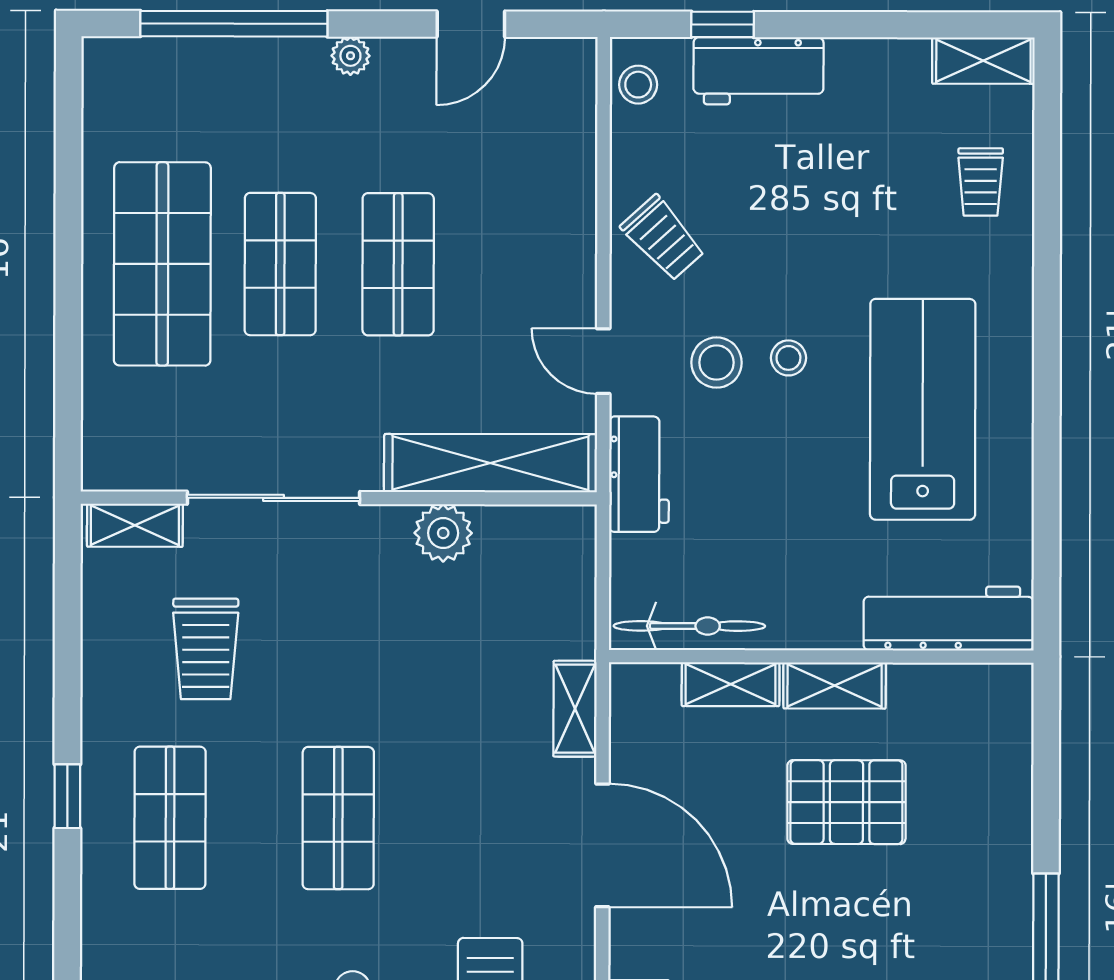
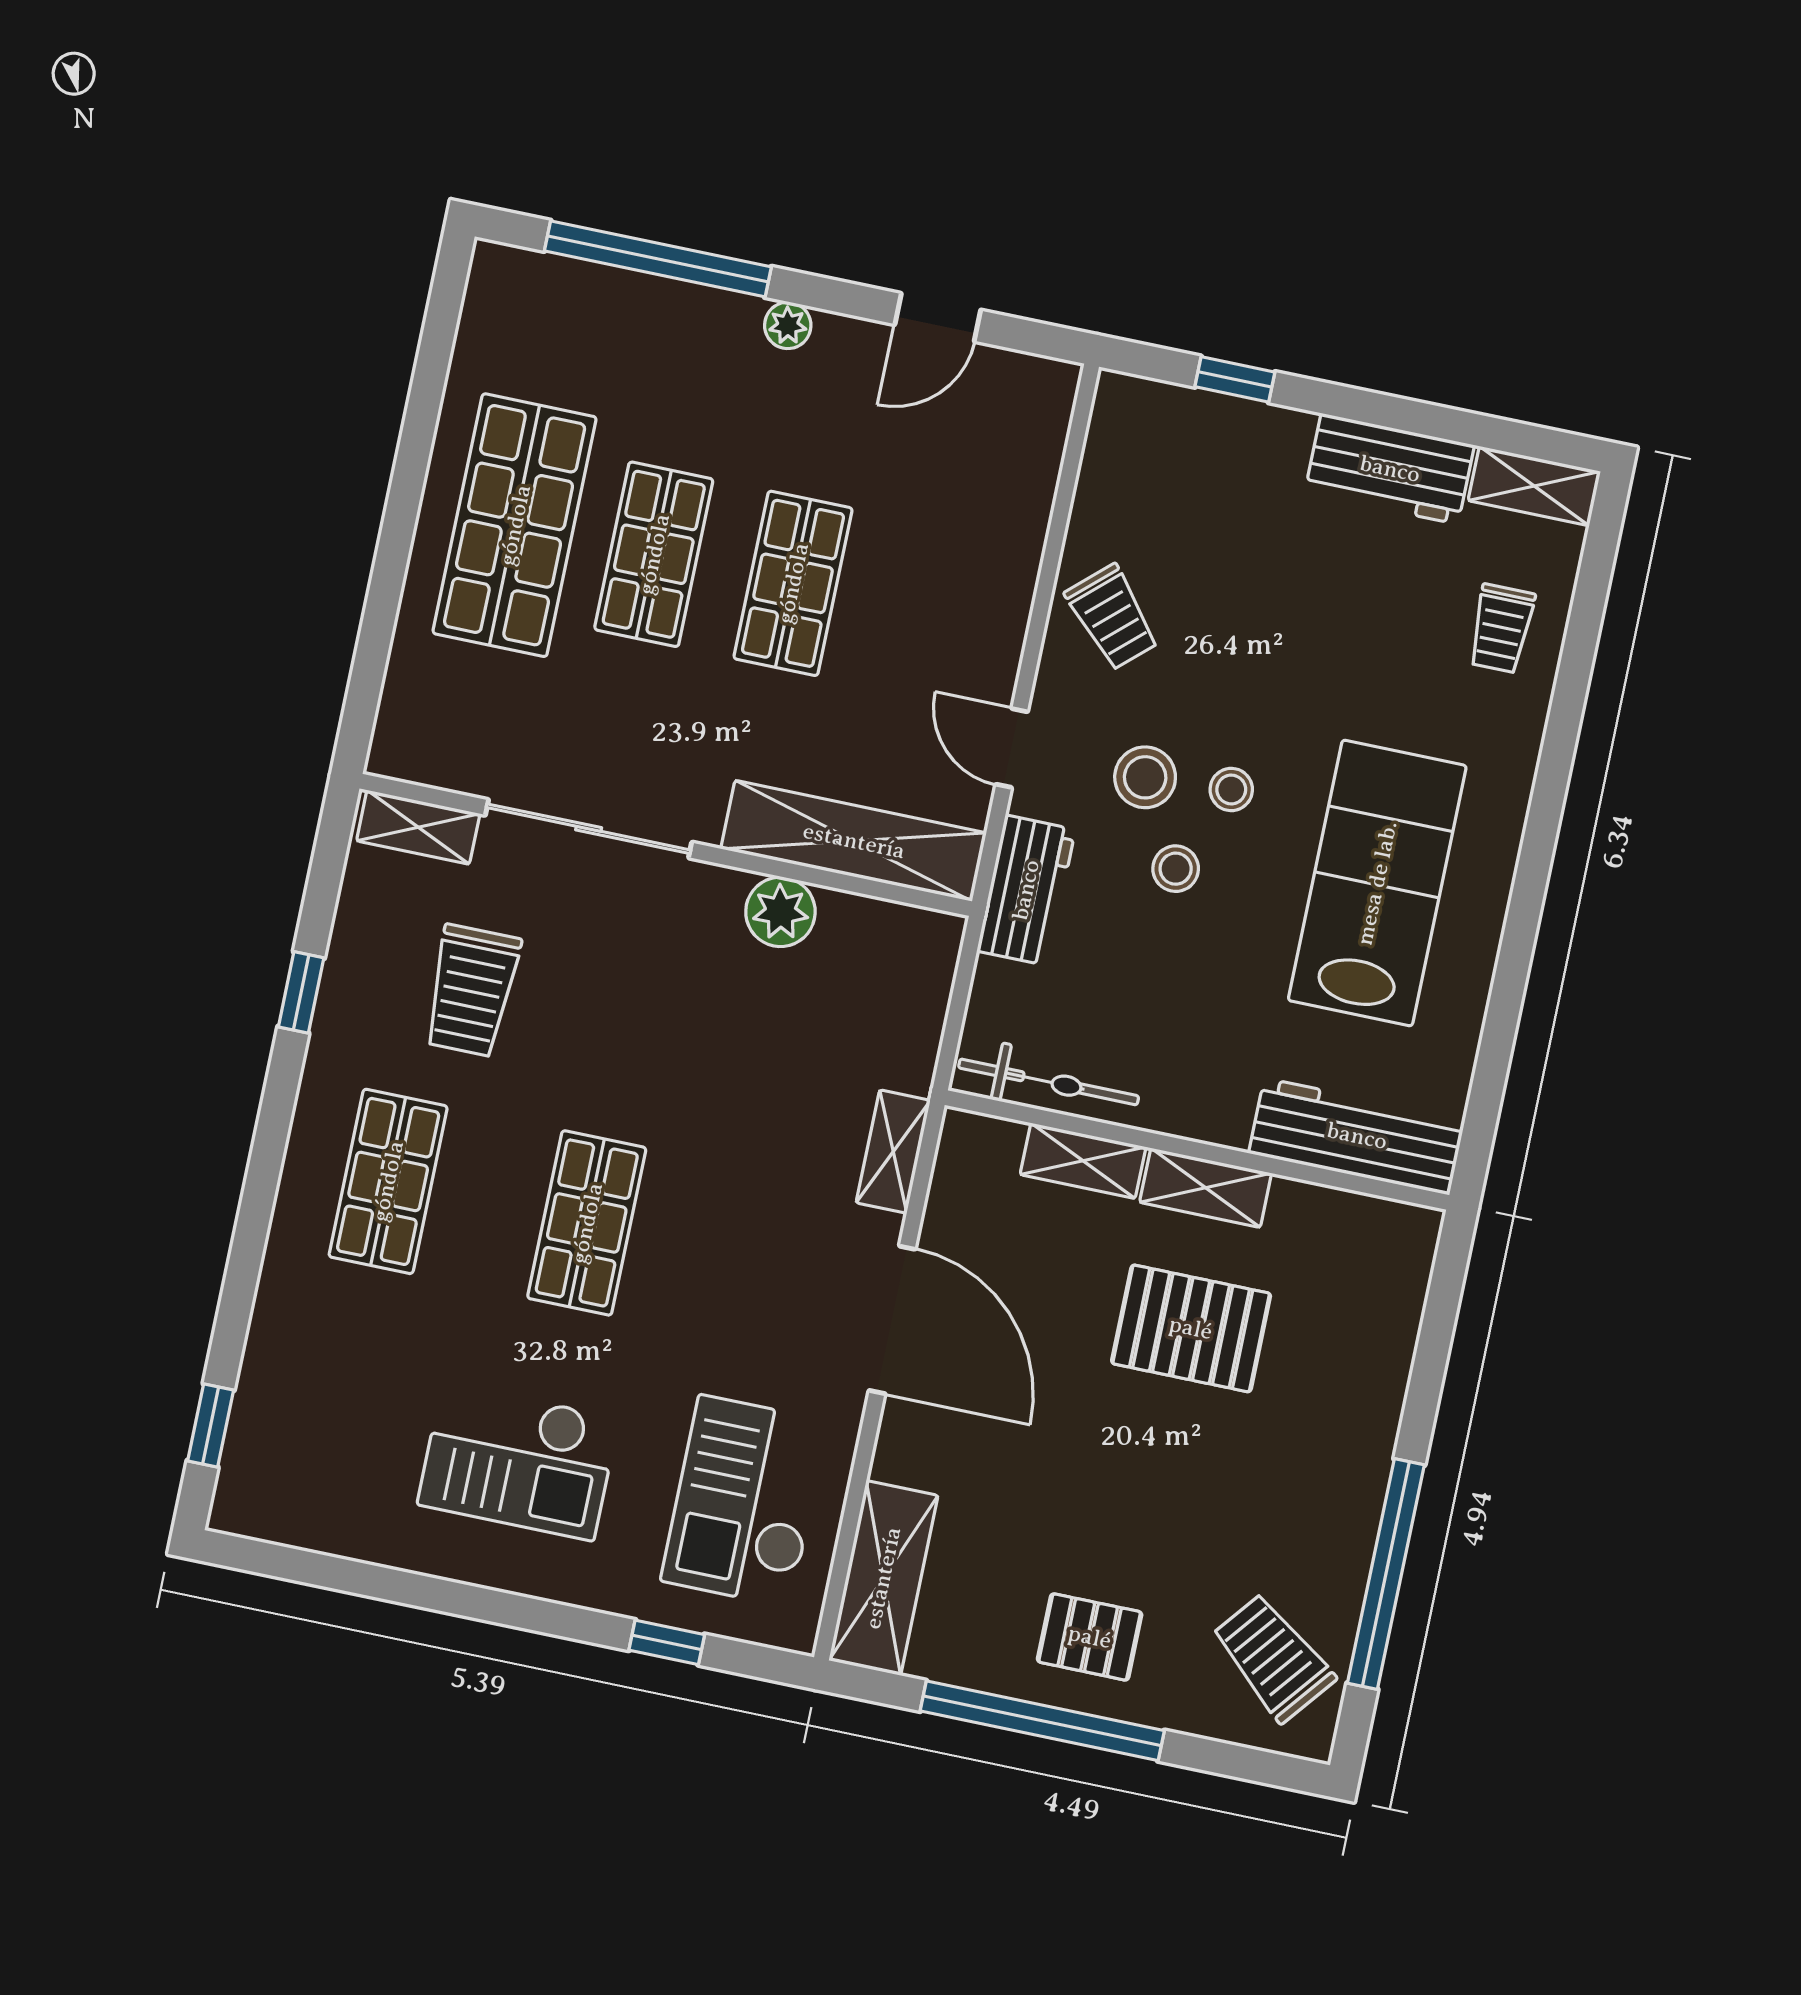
workbench: (758, 71) -> (1390, 469), moved
stool: (638, 85) -> (1176, 869), moved
window: (67, 796) -> (301, 992), moved

